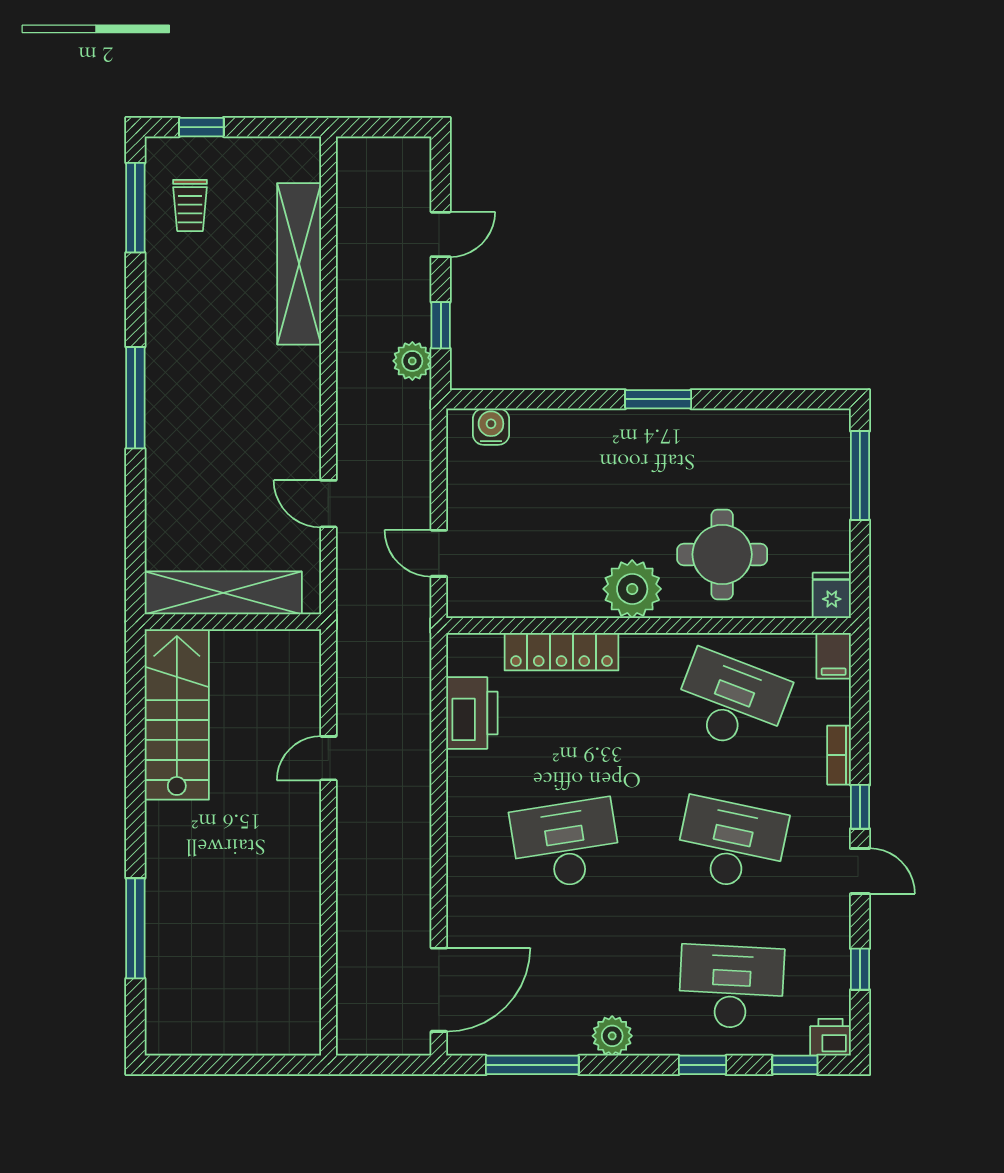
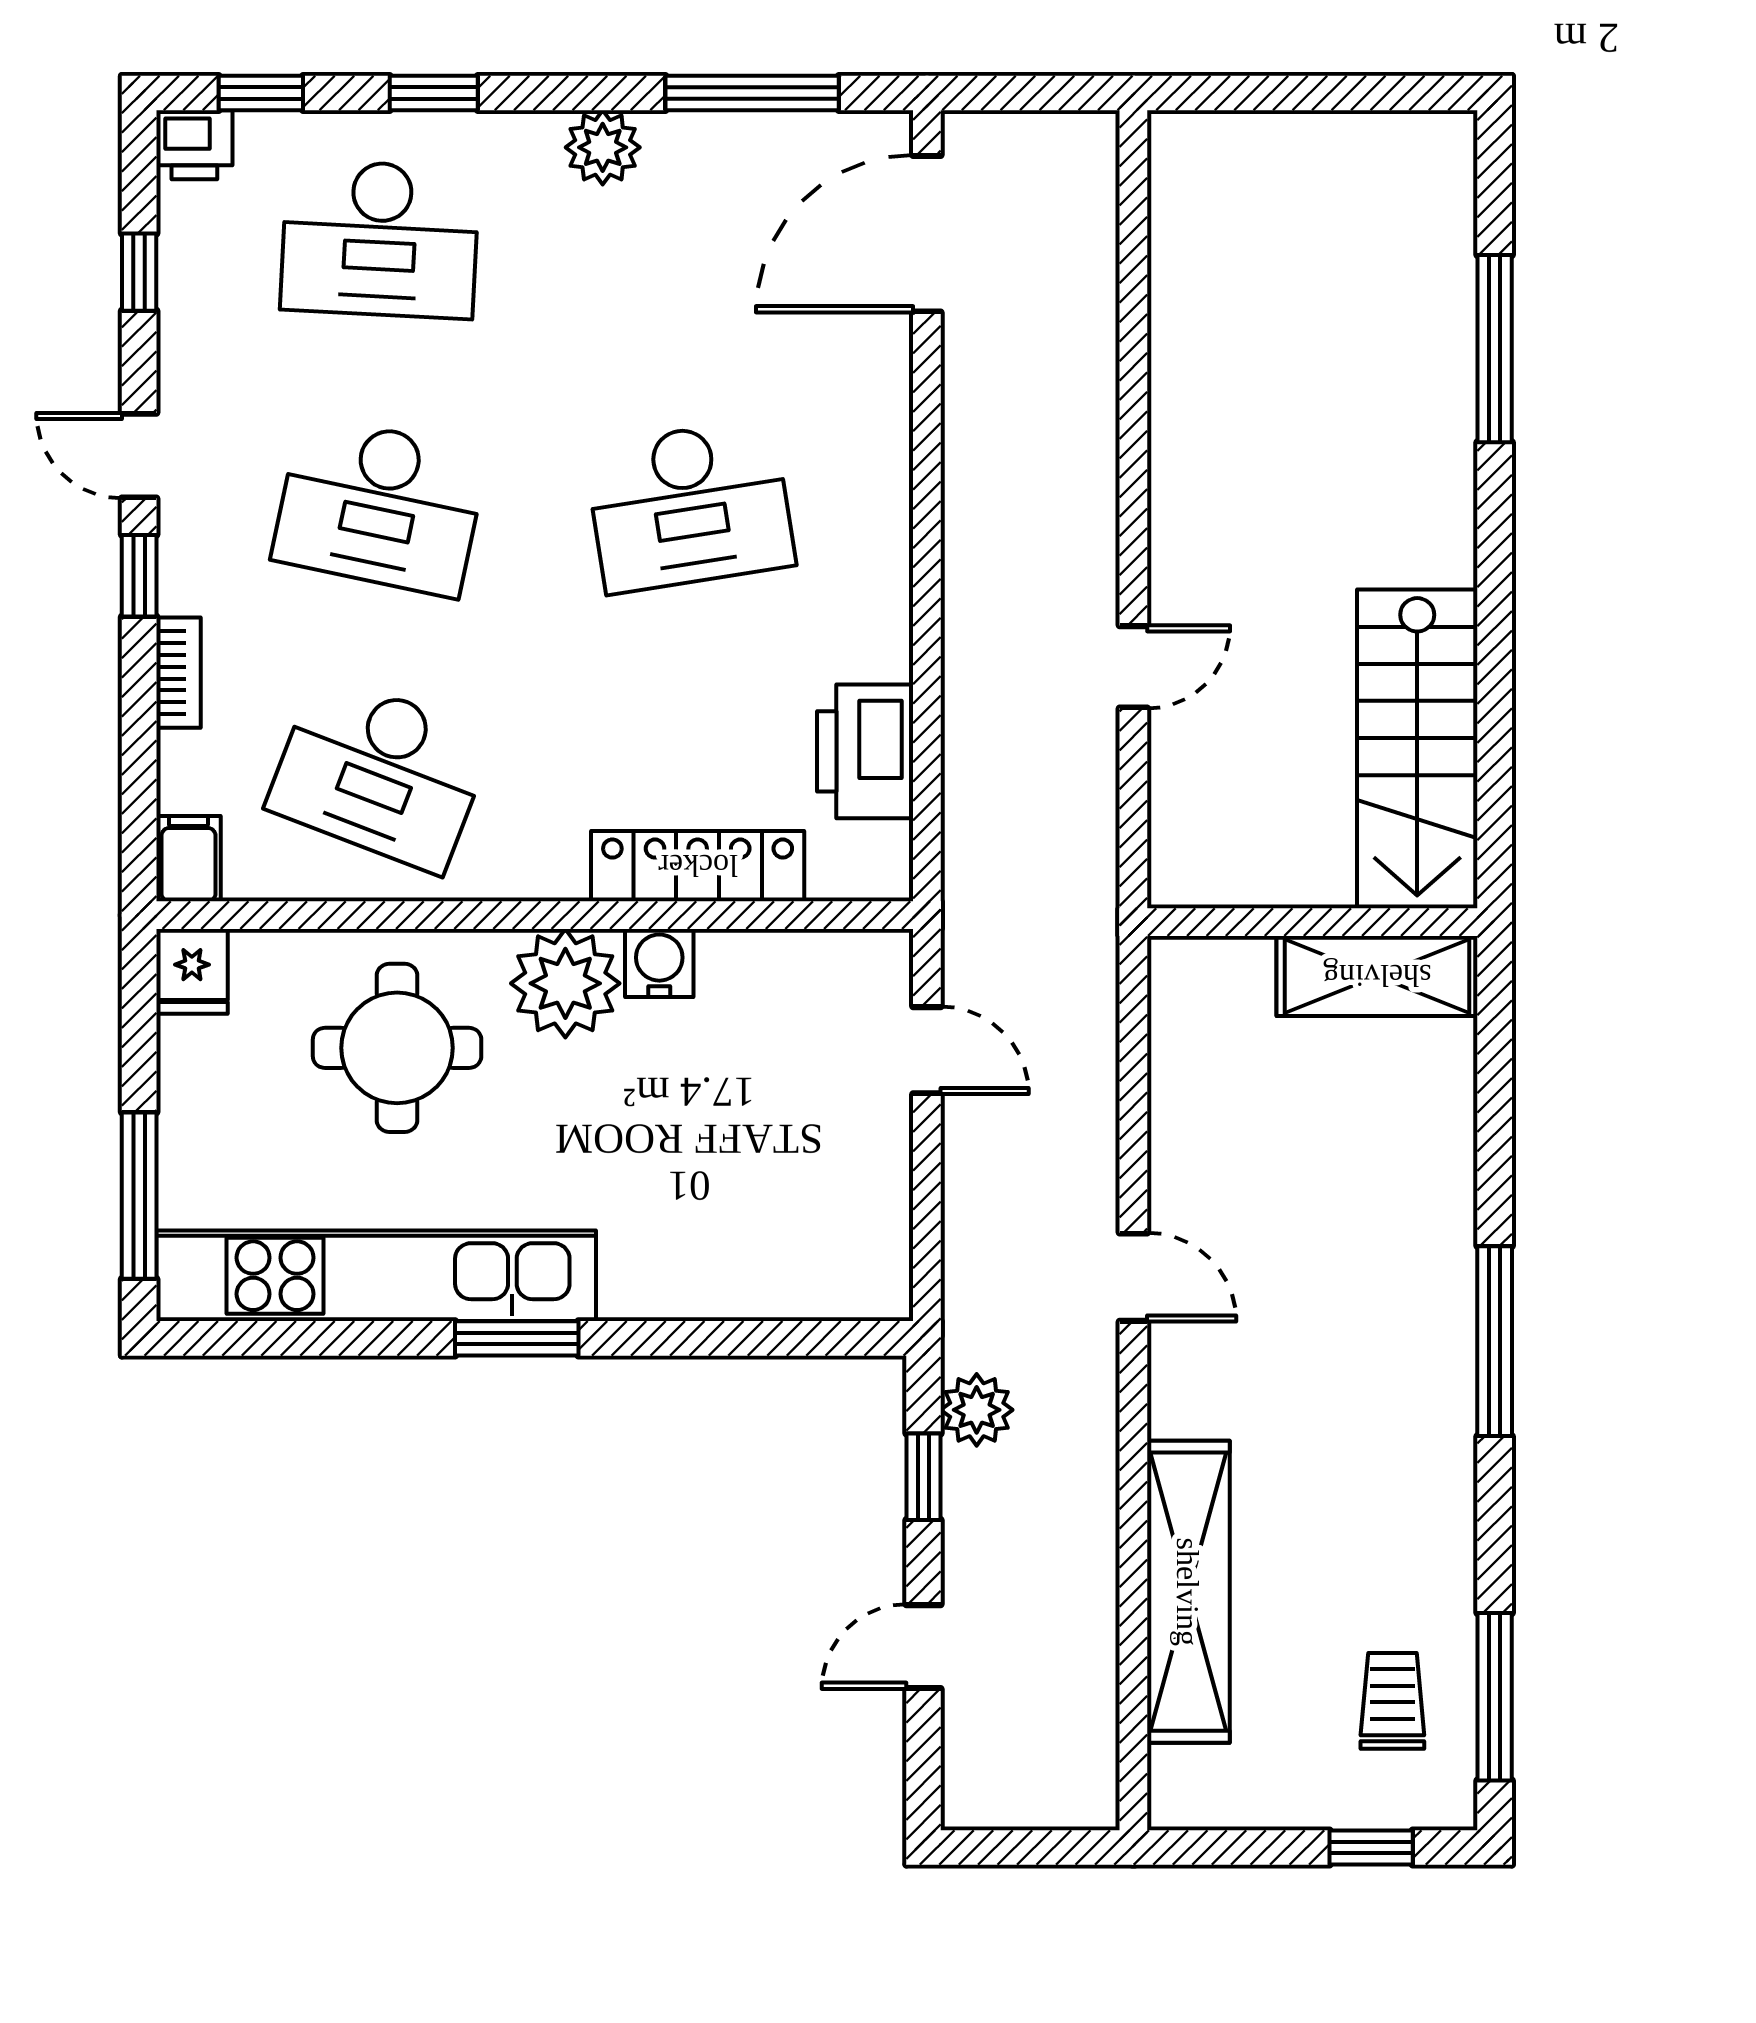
water cooler: (491, 427) -> (659, 963), moved, turned 180
kitchen unit: (733, 433) -> (376, 1276), added
door: (328, 504) -> (1133, 1277), moved
shelving: (223, 593) -> (1377, 976), width x0.68

